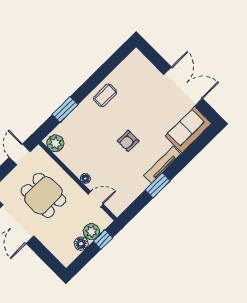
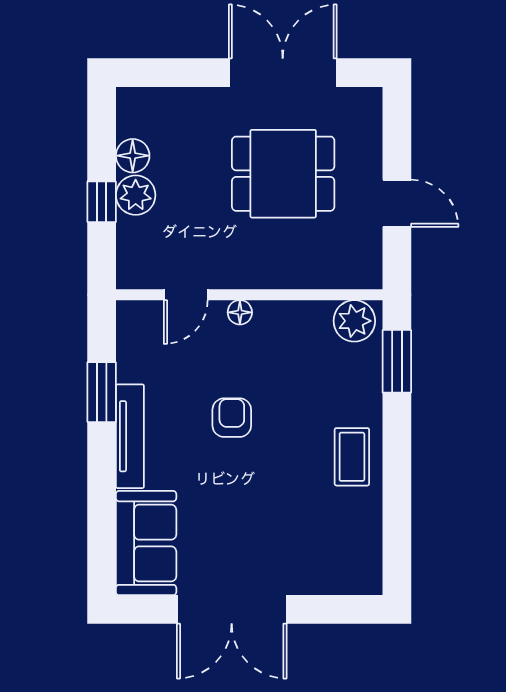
plant: (55, 143) -> (354, 321), moved
floor lamp: (85, 179) -> (240, 312), moved
wall: (78, 181) -> (249, 295), moved
door: (96, 199) -> (186, 295), moved

